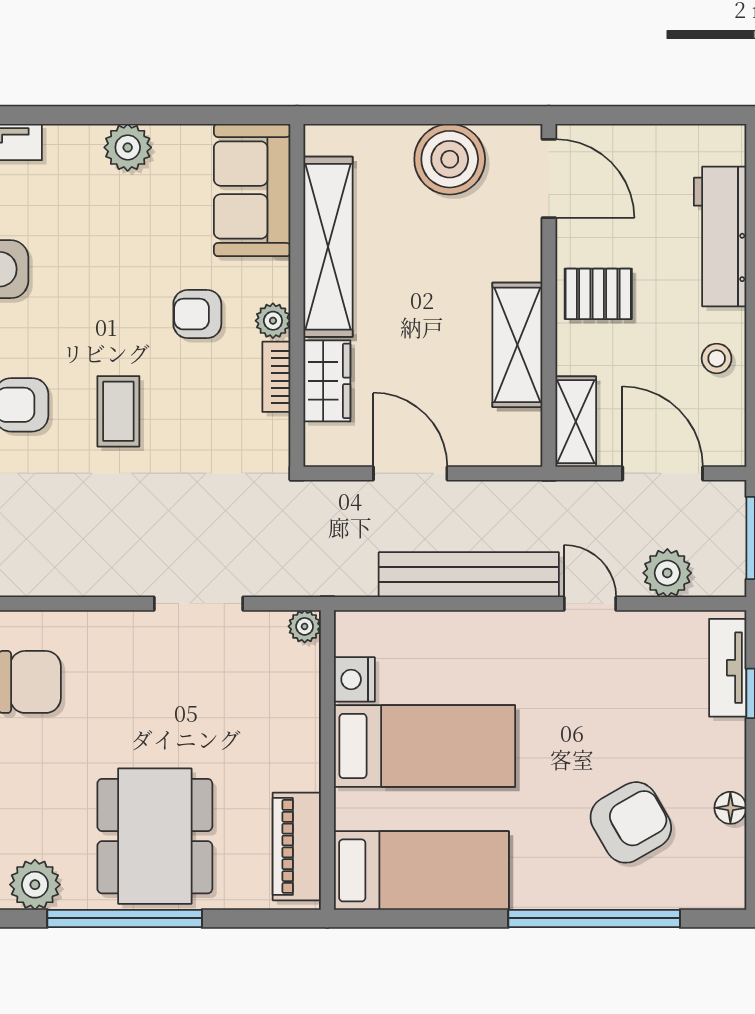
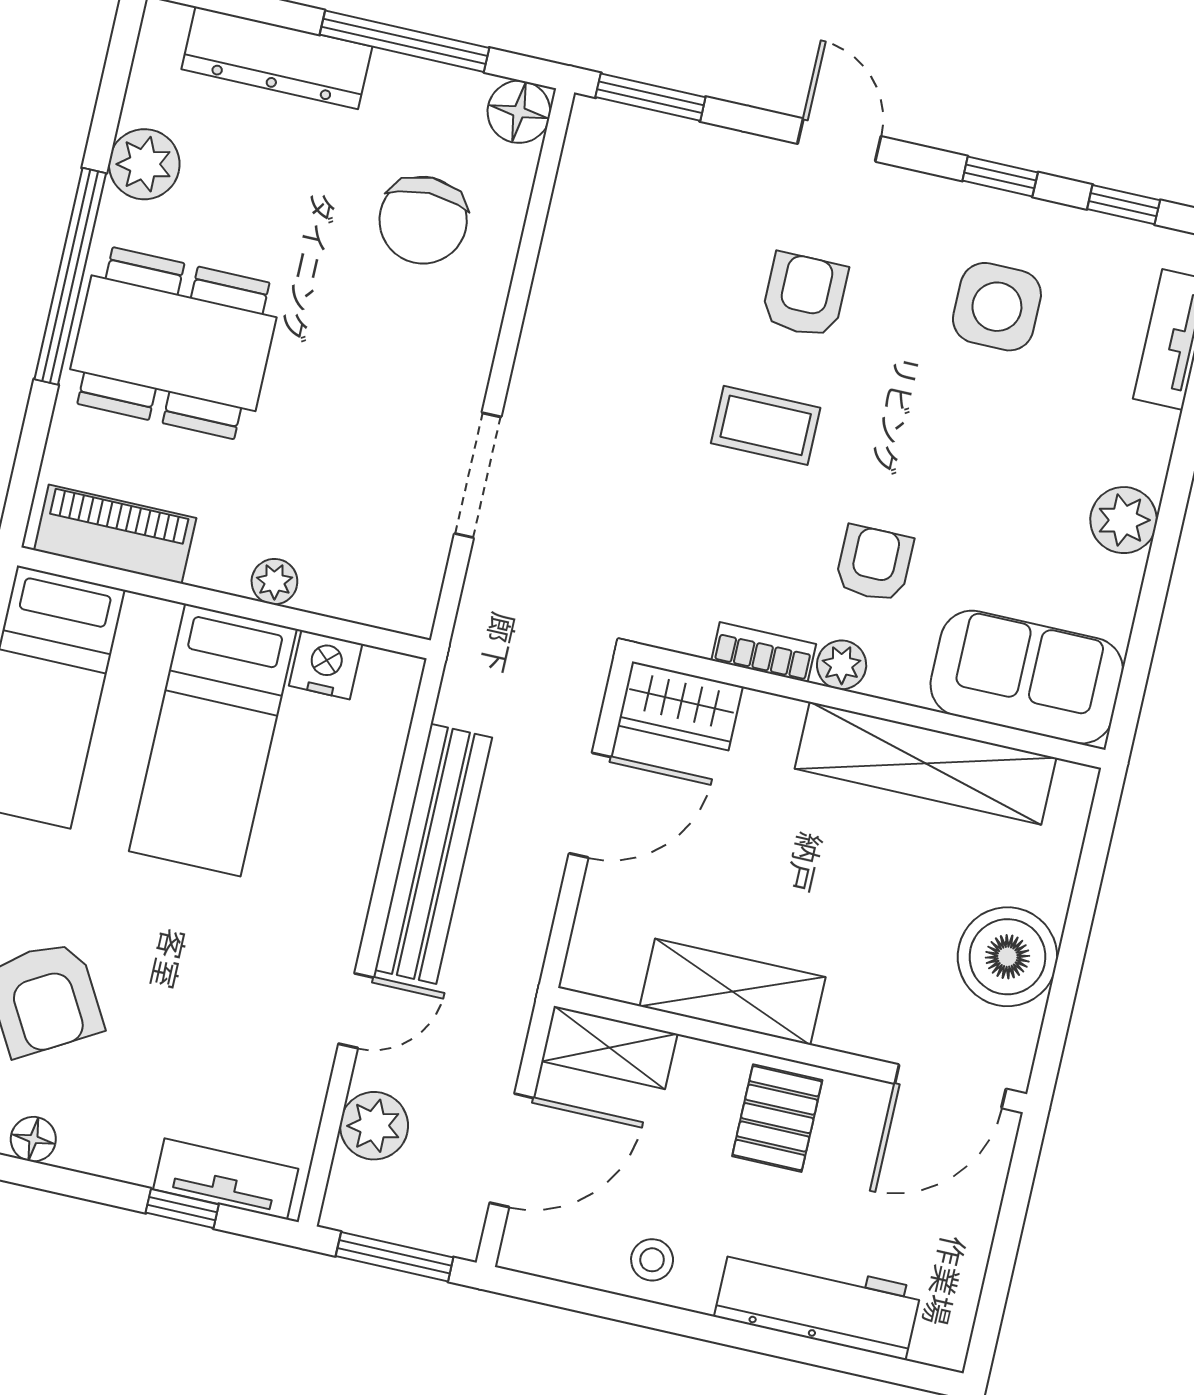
wardrobe: (327, 381) -> (680, 706), moved
plant: (305, 626) -> (274, 582), moved

